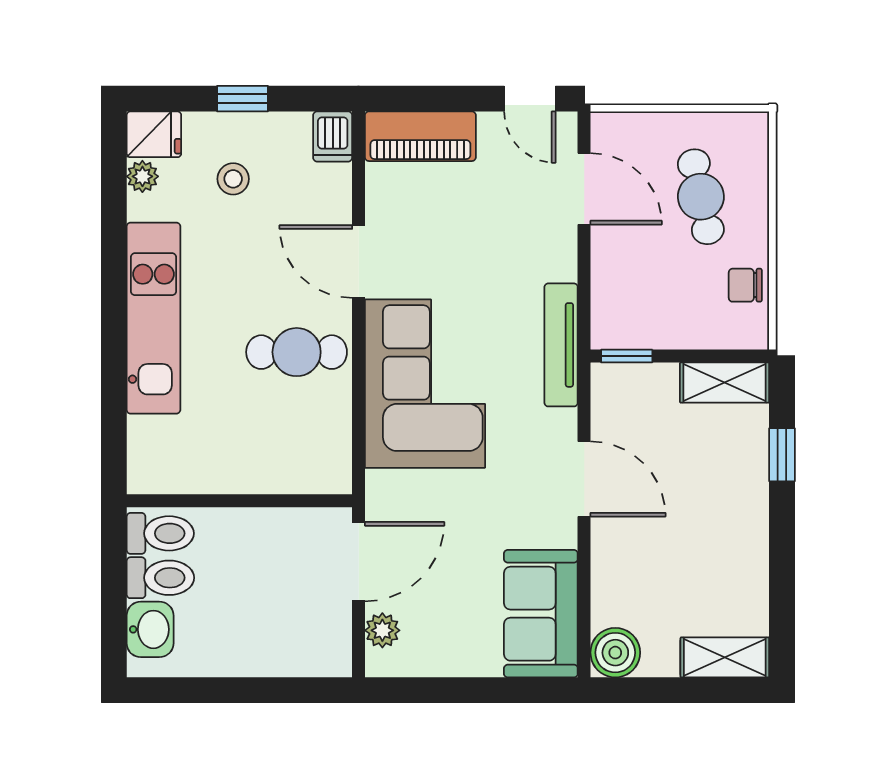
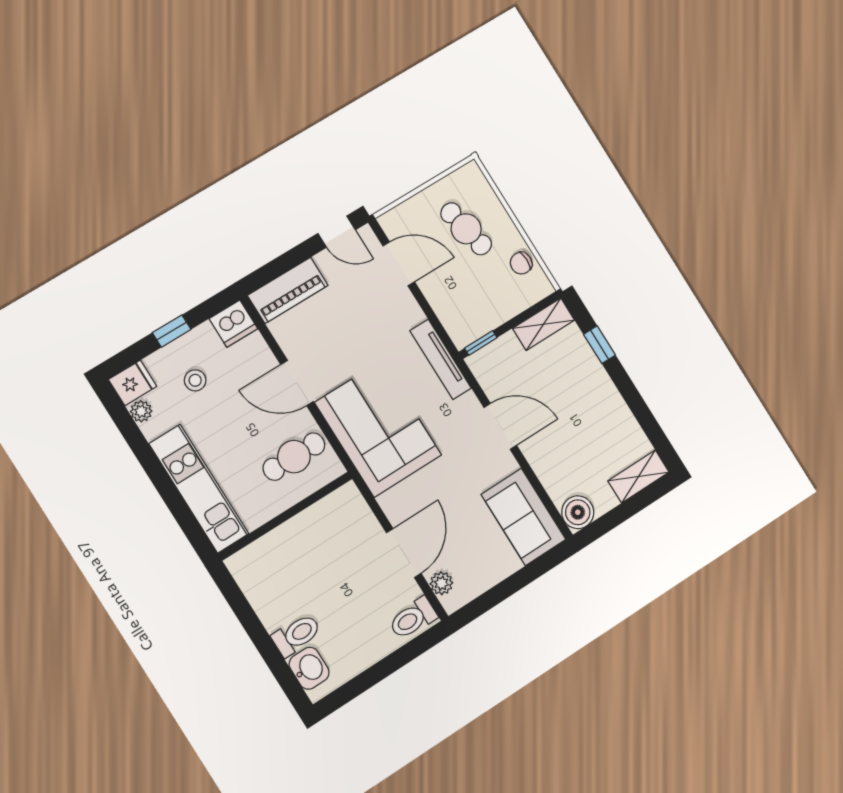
dishwasher: (333, 137) -> (233, 324), width x1.38
wall: (239, 501) -> (285, 516), moved
toilet: (160, 533) -> (413, 618), moved, turned 180

